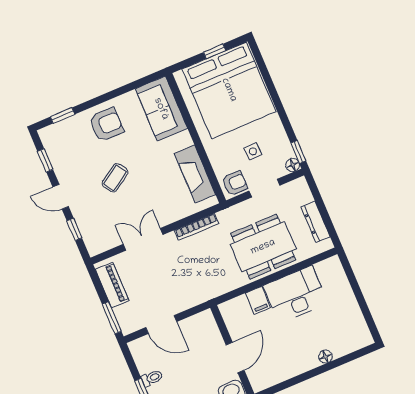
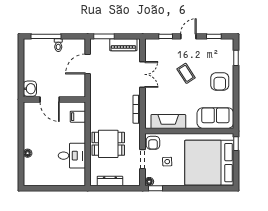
window: (215, 51) -> (236, 144), moved
dining table: (263, 247) -> (108, 144), width x0.73
desk: (295, 294) -> (72, 156), width x0.73
filing cabinet: (258, 300) -> (78, 117), moved

